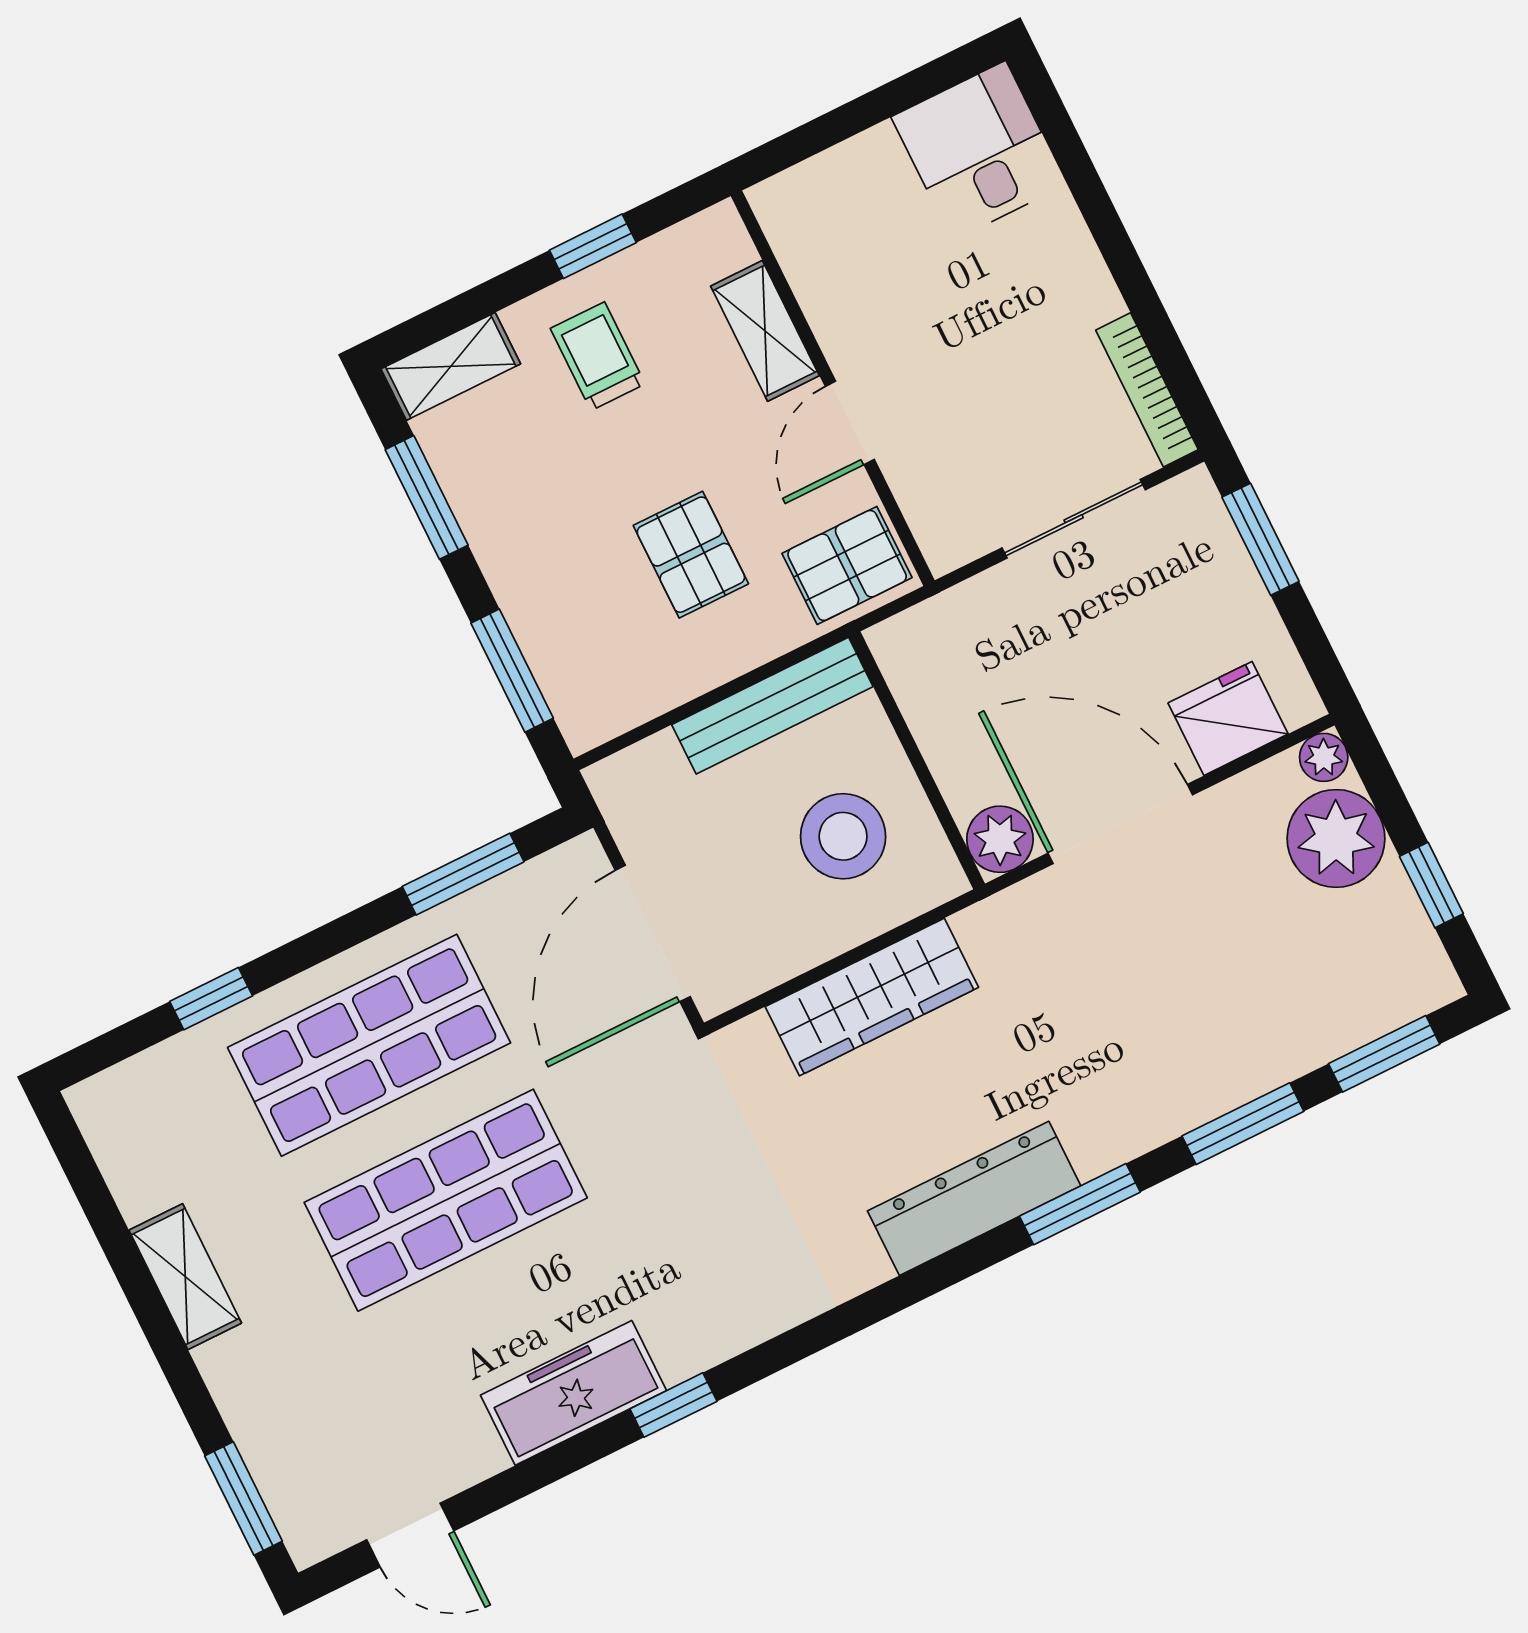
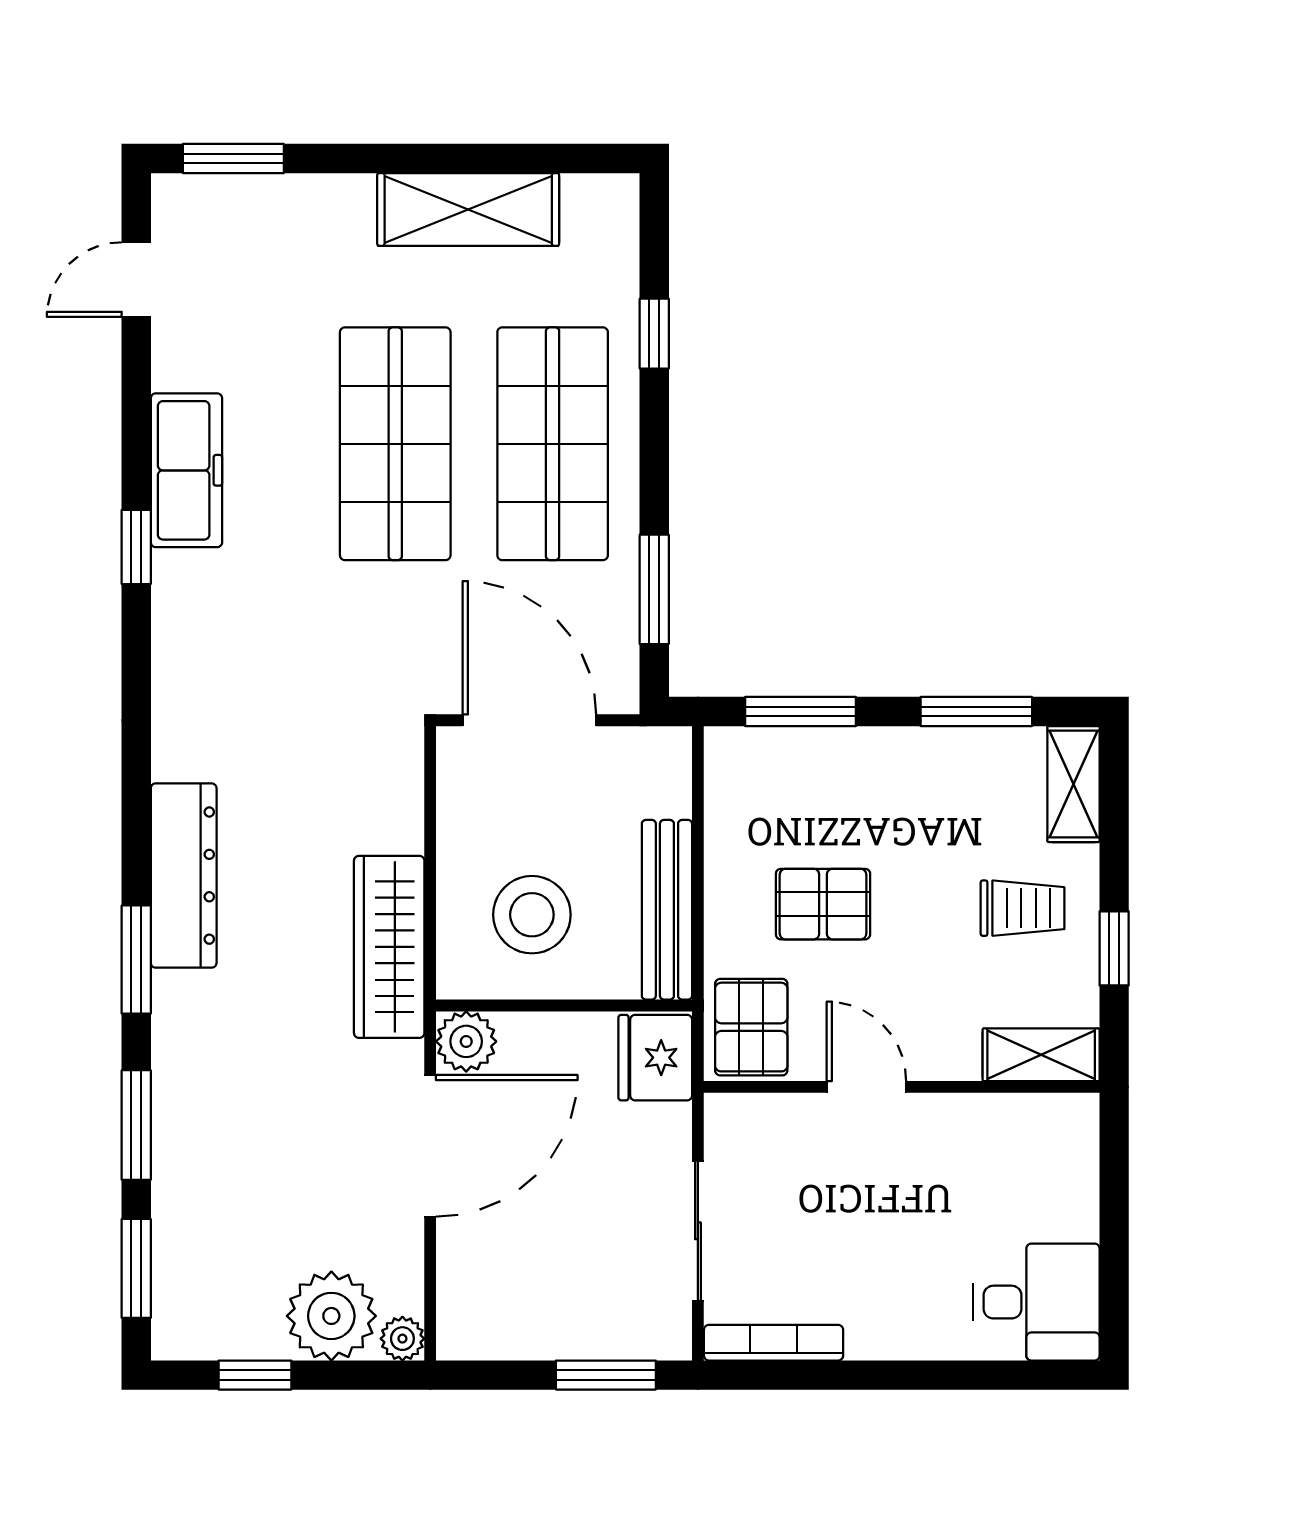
shelving: (765, 331) -> (1041, 1055), moved
fridge: (1228, 718) -> (655, 1058), moved, turned 180
wardrobe: (872, 997) -> (389, 947), moved
shelving: (185, 1277) -> (468, 209), width x1.50, depth x1.33

